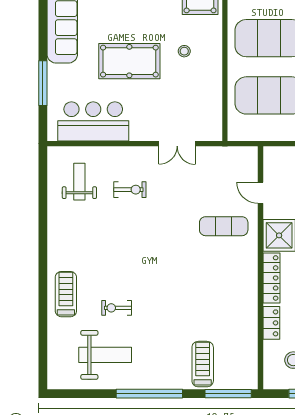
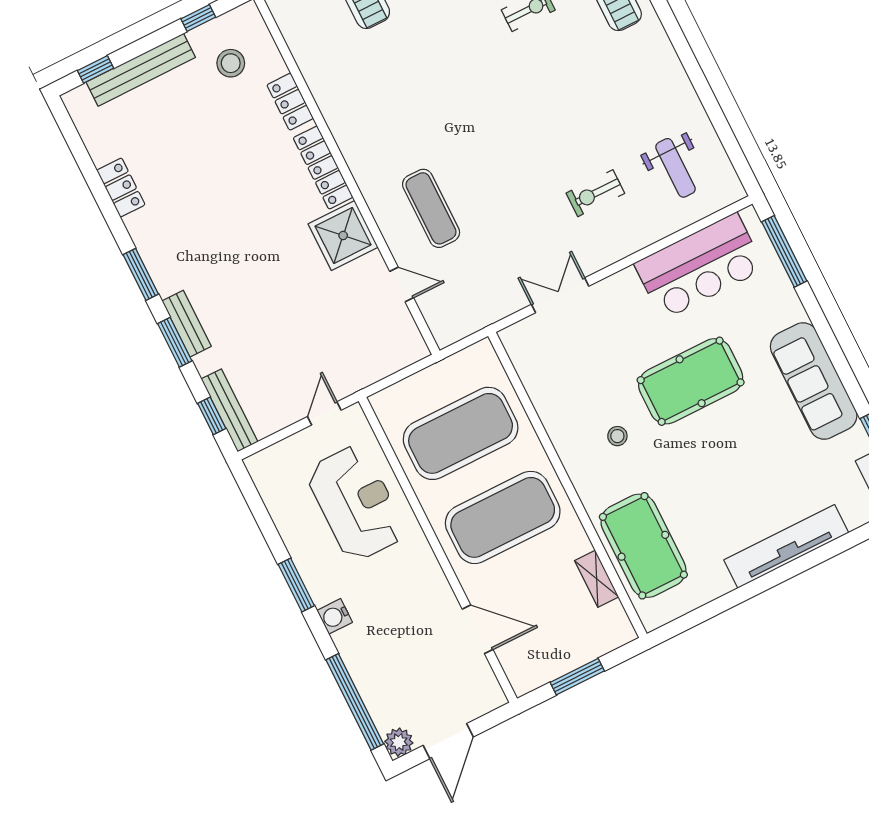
window: (43, 83) -> (784, 251), moved
exercise mat: (224, 226) -> (431, 208), turned 90

